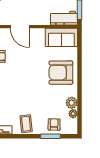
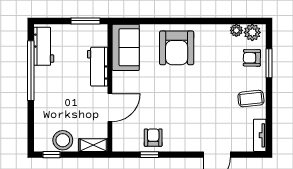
workbench: (64, 18) -> (98, 67), moved
plant: (72, 103) -> (252, 32), moved

